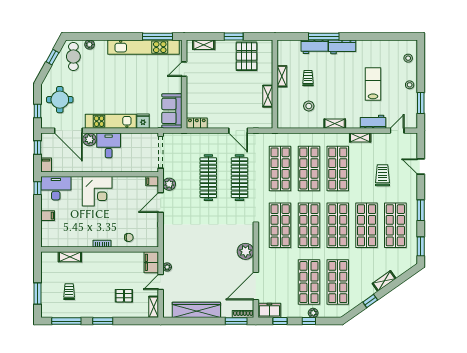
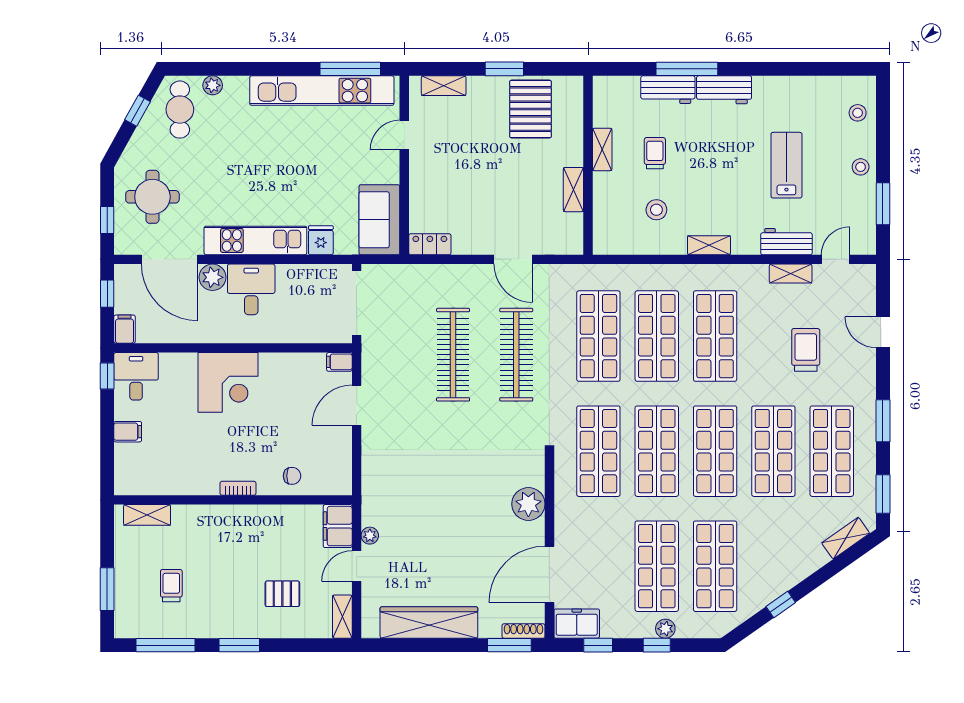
shelving: (360, 138) -> (791, 273), moved
plant: (169, 184) -> (374, 368), removed
desk: (56, 188) -> (136, 376), width x0.73
shelving: (70, 257) -> (147, 515), moved
shelving: (384, 281) -> (846, 538), moved

